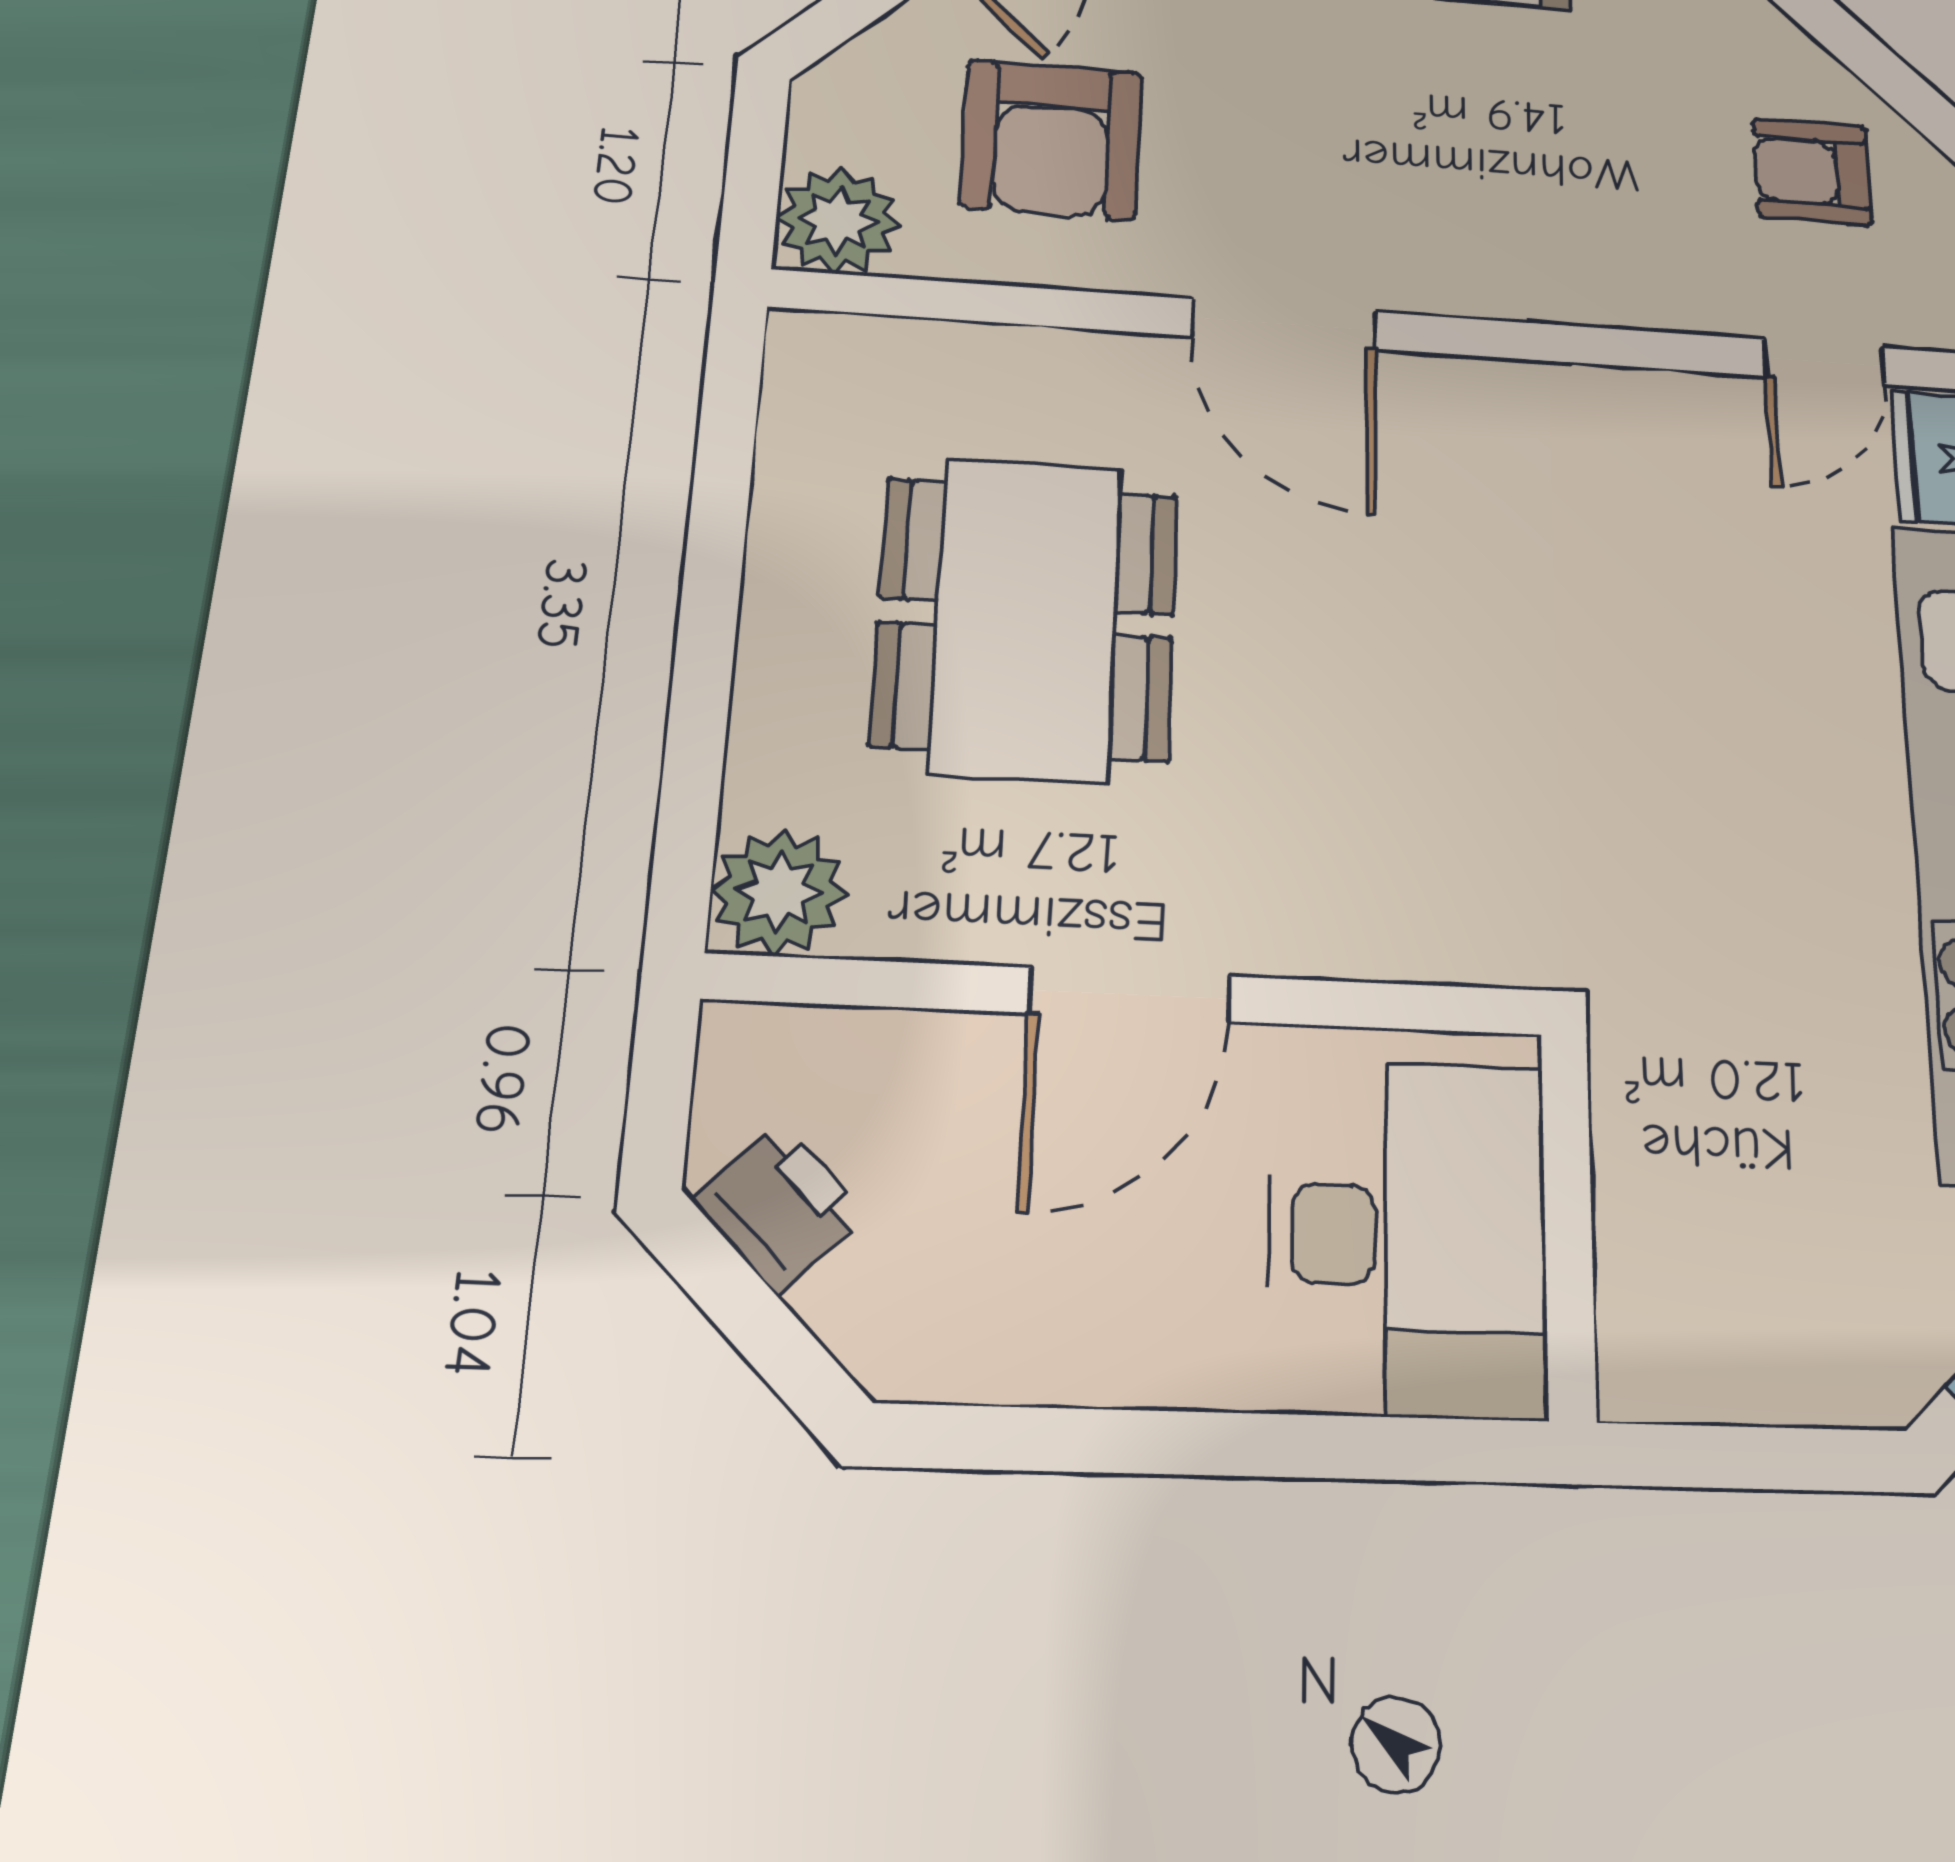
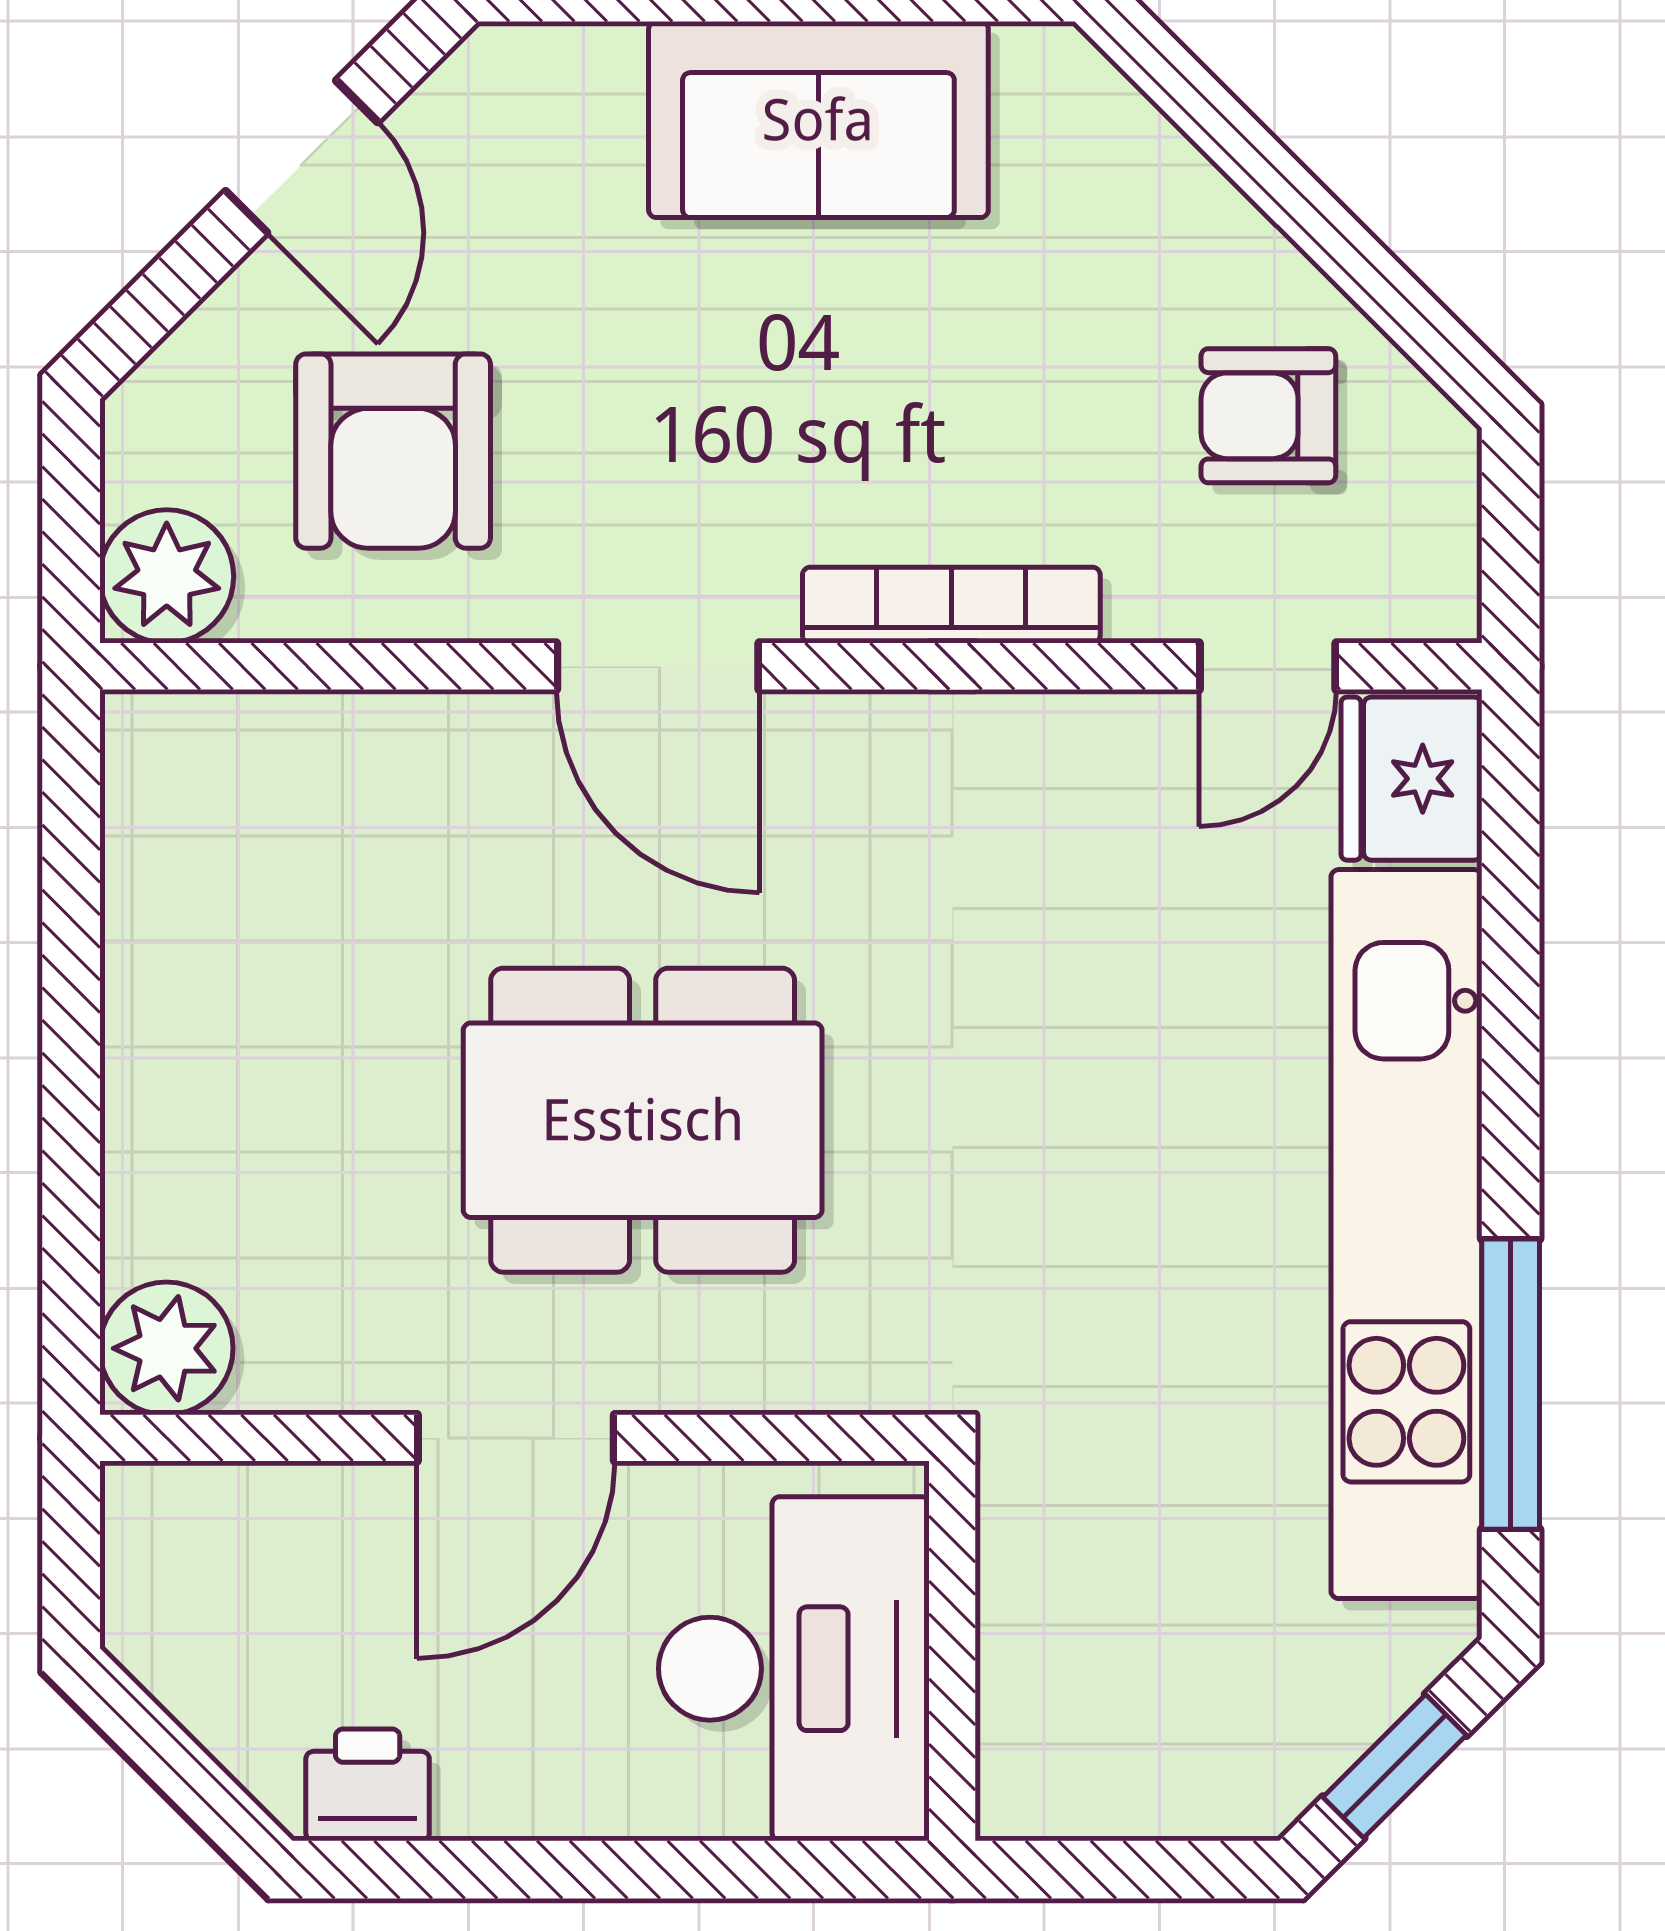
bookcase: (1546, 295) -> (951, 605), added
dining table: (1026, 618) -> (643, 1120), moved, turned 90
printer: (780, 1208) -> (368, 1785), moved, turned -45

